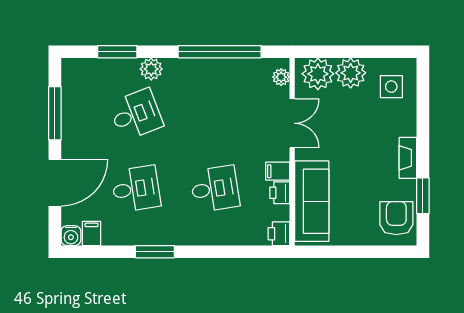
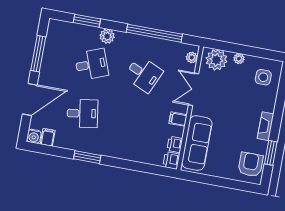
plant: (351, 73) -> (239, 59), width x0.53, depth x0.53
double door: (292, 123) -> (193, 89), swing flipped
desk: (215, 189) -> (143, 74), moved, turned 33
printer: (280, 193) -> (175, 144), moved

